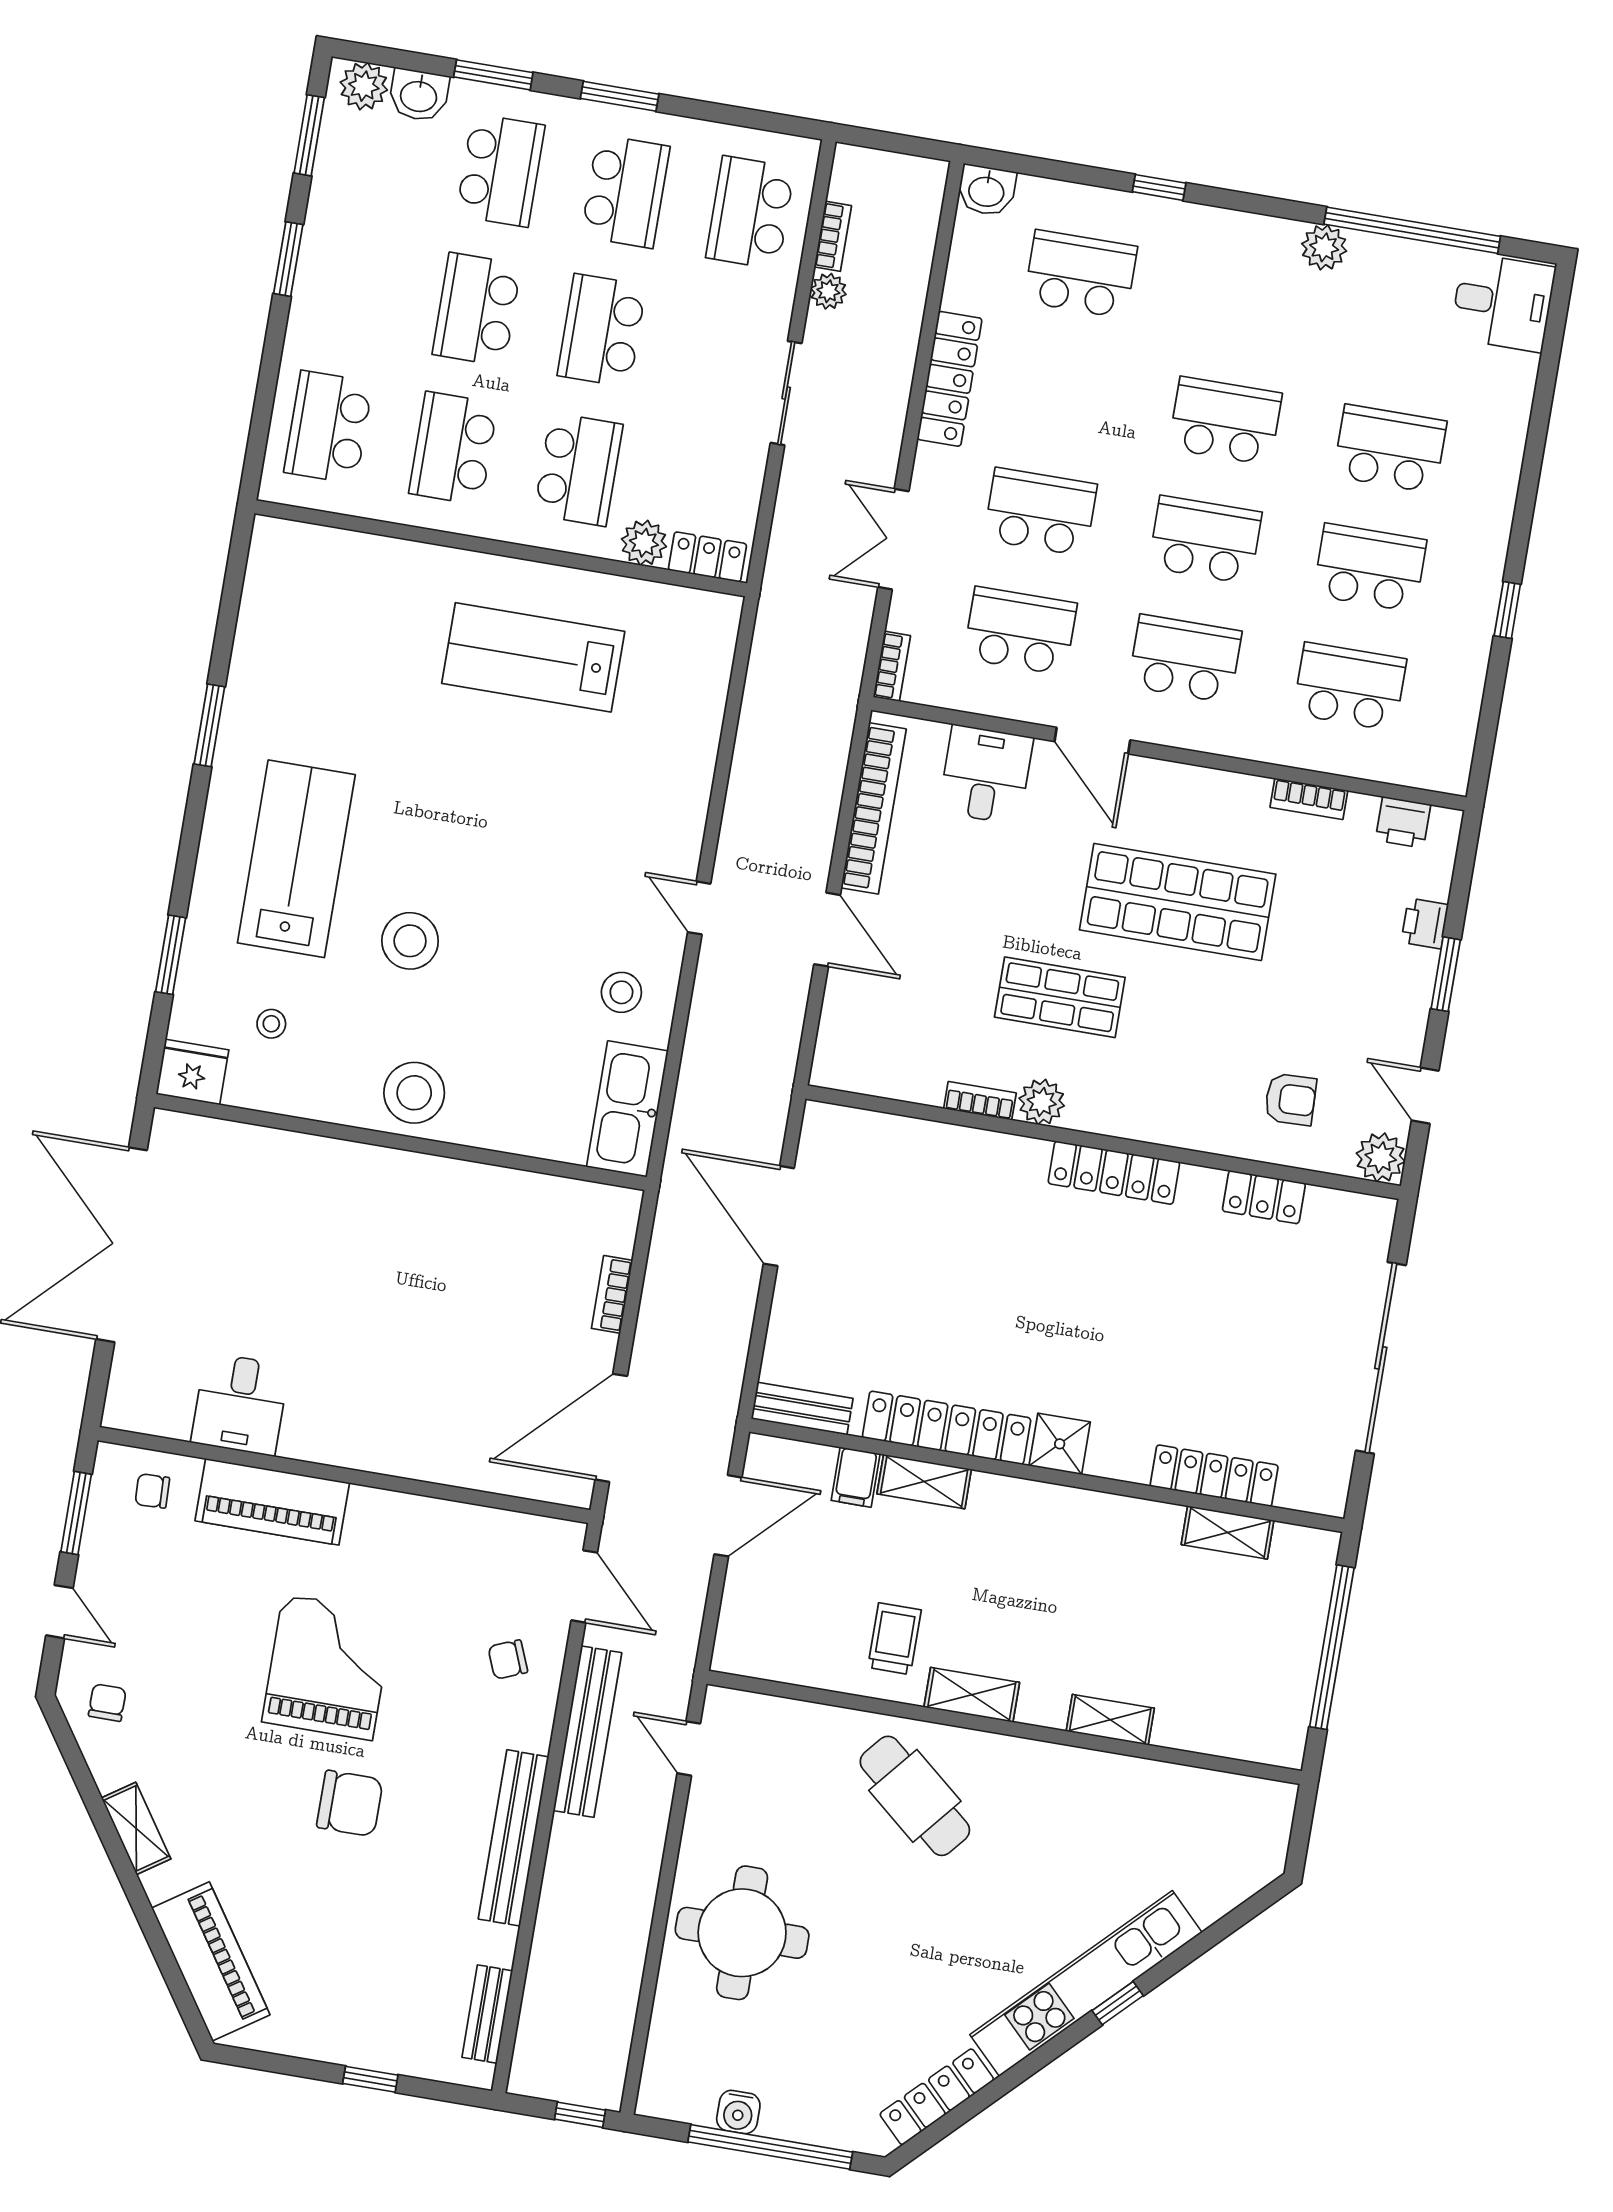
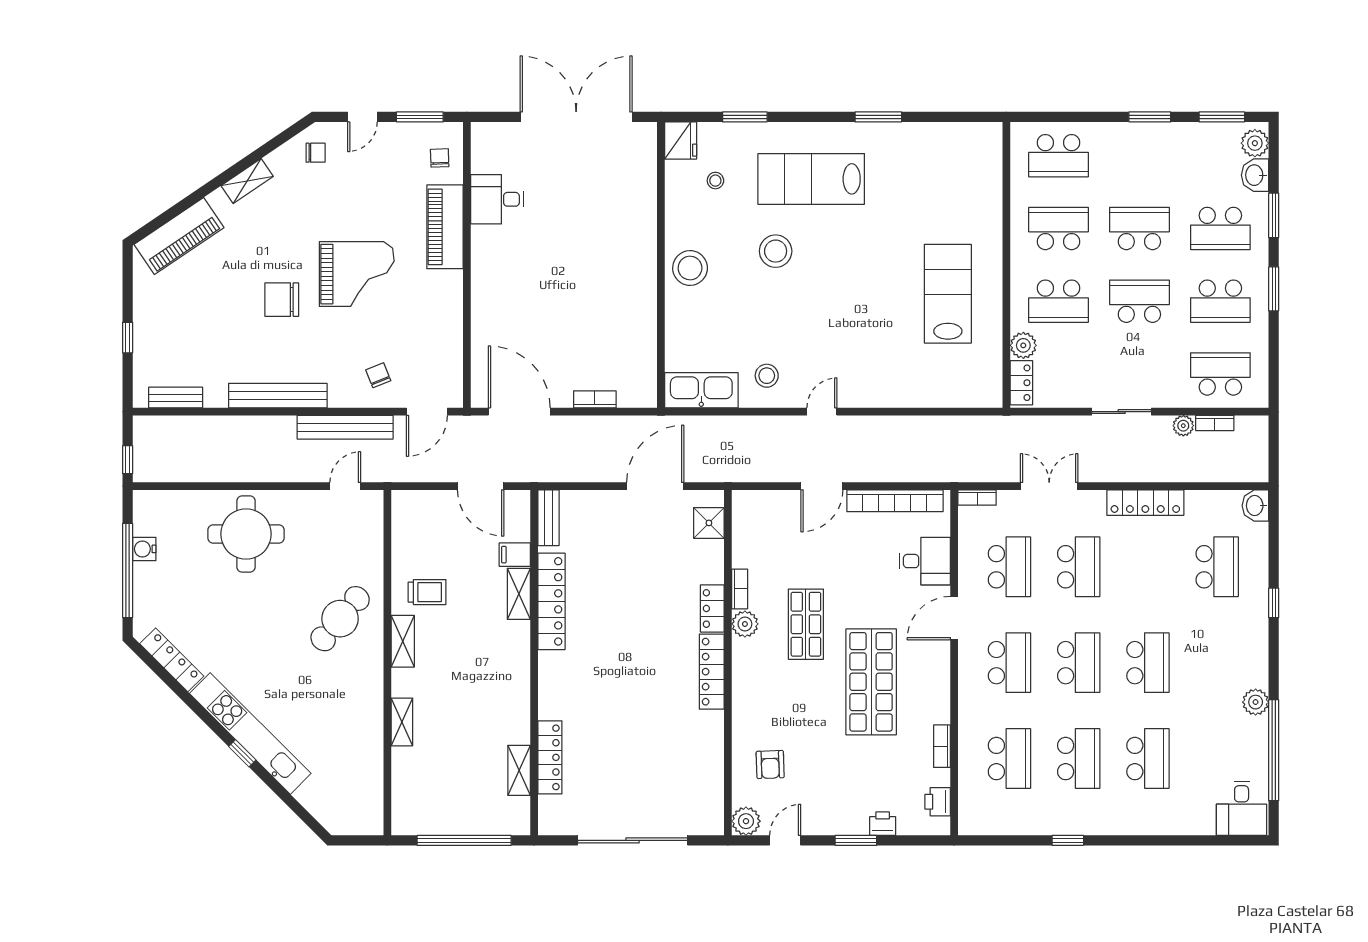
school desk: (328, 427) -> (1058, 156), turned 180
lab bench: (296, 859) -> (811, 179), turned 180
locker: (1264, 1197) -> (712, 608), moved
shower: (1060, 1444) -> (709, 523), moved
chair: (350, 1803) -> (282, 300), turned 90

